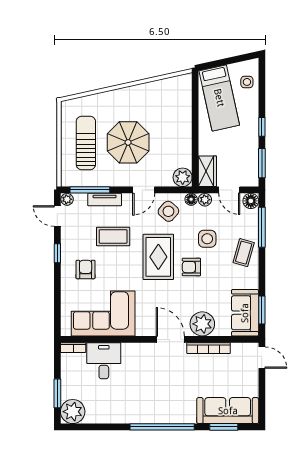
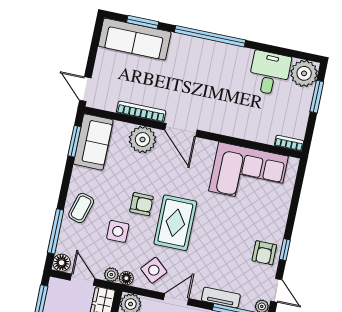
coffee table: (113, 236) -> (220, 255), removed
armchair: (86, 269) -> (264, 253), moved
desk: (104, 361) -> (270, 73), moved, turned 180

